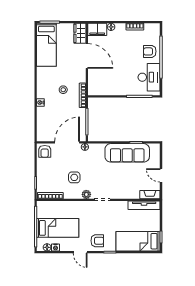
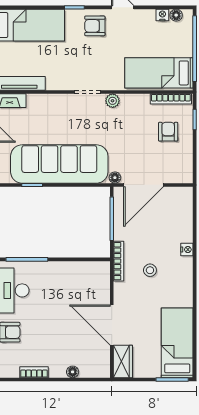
filing cabinet: (97, 29) -> (95, 368), removed
armchair: (45, 151) -> (168, 132), moved
sofa: (127, 153) -> (59, 164), width x1.36, depth x1.27
side table: (74, 177) -> (132, 128), removed
bed: (58, 228) -> (159, 73), moved

